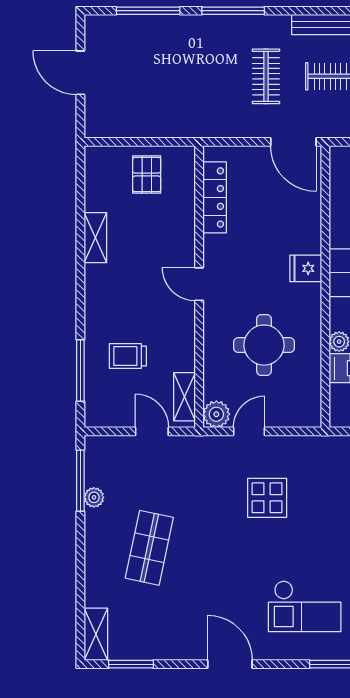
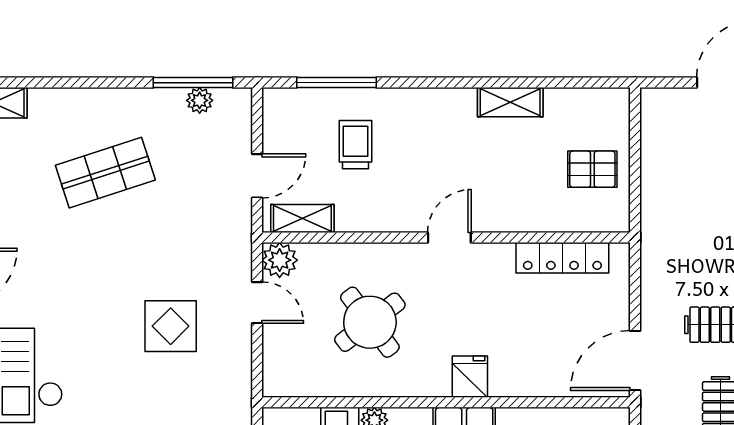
round table: (264, 345) -> (370, 322), turned -37
plant: (94, 497) -> (200, 100), moved
shop shelf: (149, 548) -> (105, 173), turned -30

